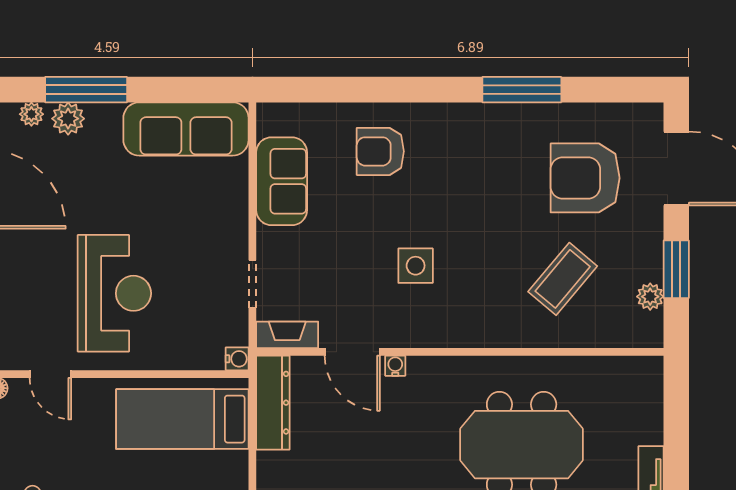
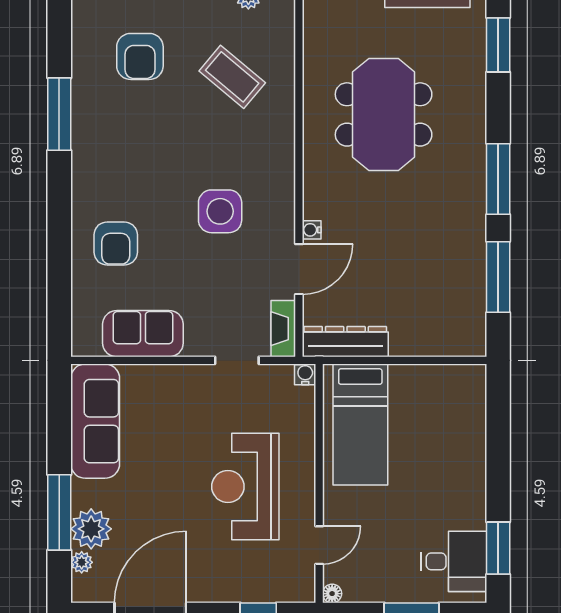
plant: (68, 119) -> (91, 529), width x1.36, depth x1.36
armchair: (585, 178) -> (140, 56), width x0.73, depth x0.73
side table: (416, 266) -> (220, 211), width x1.37, depth x1.37
reception desk: (114, 293) -> (245, 487), turned -90

